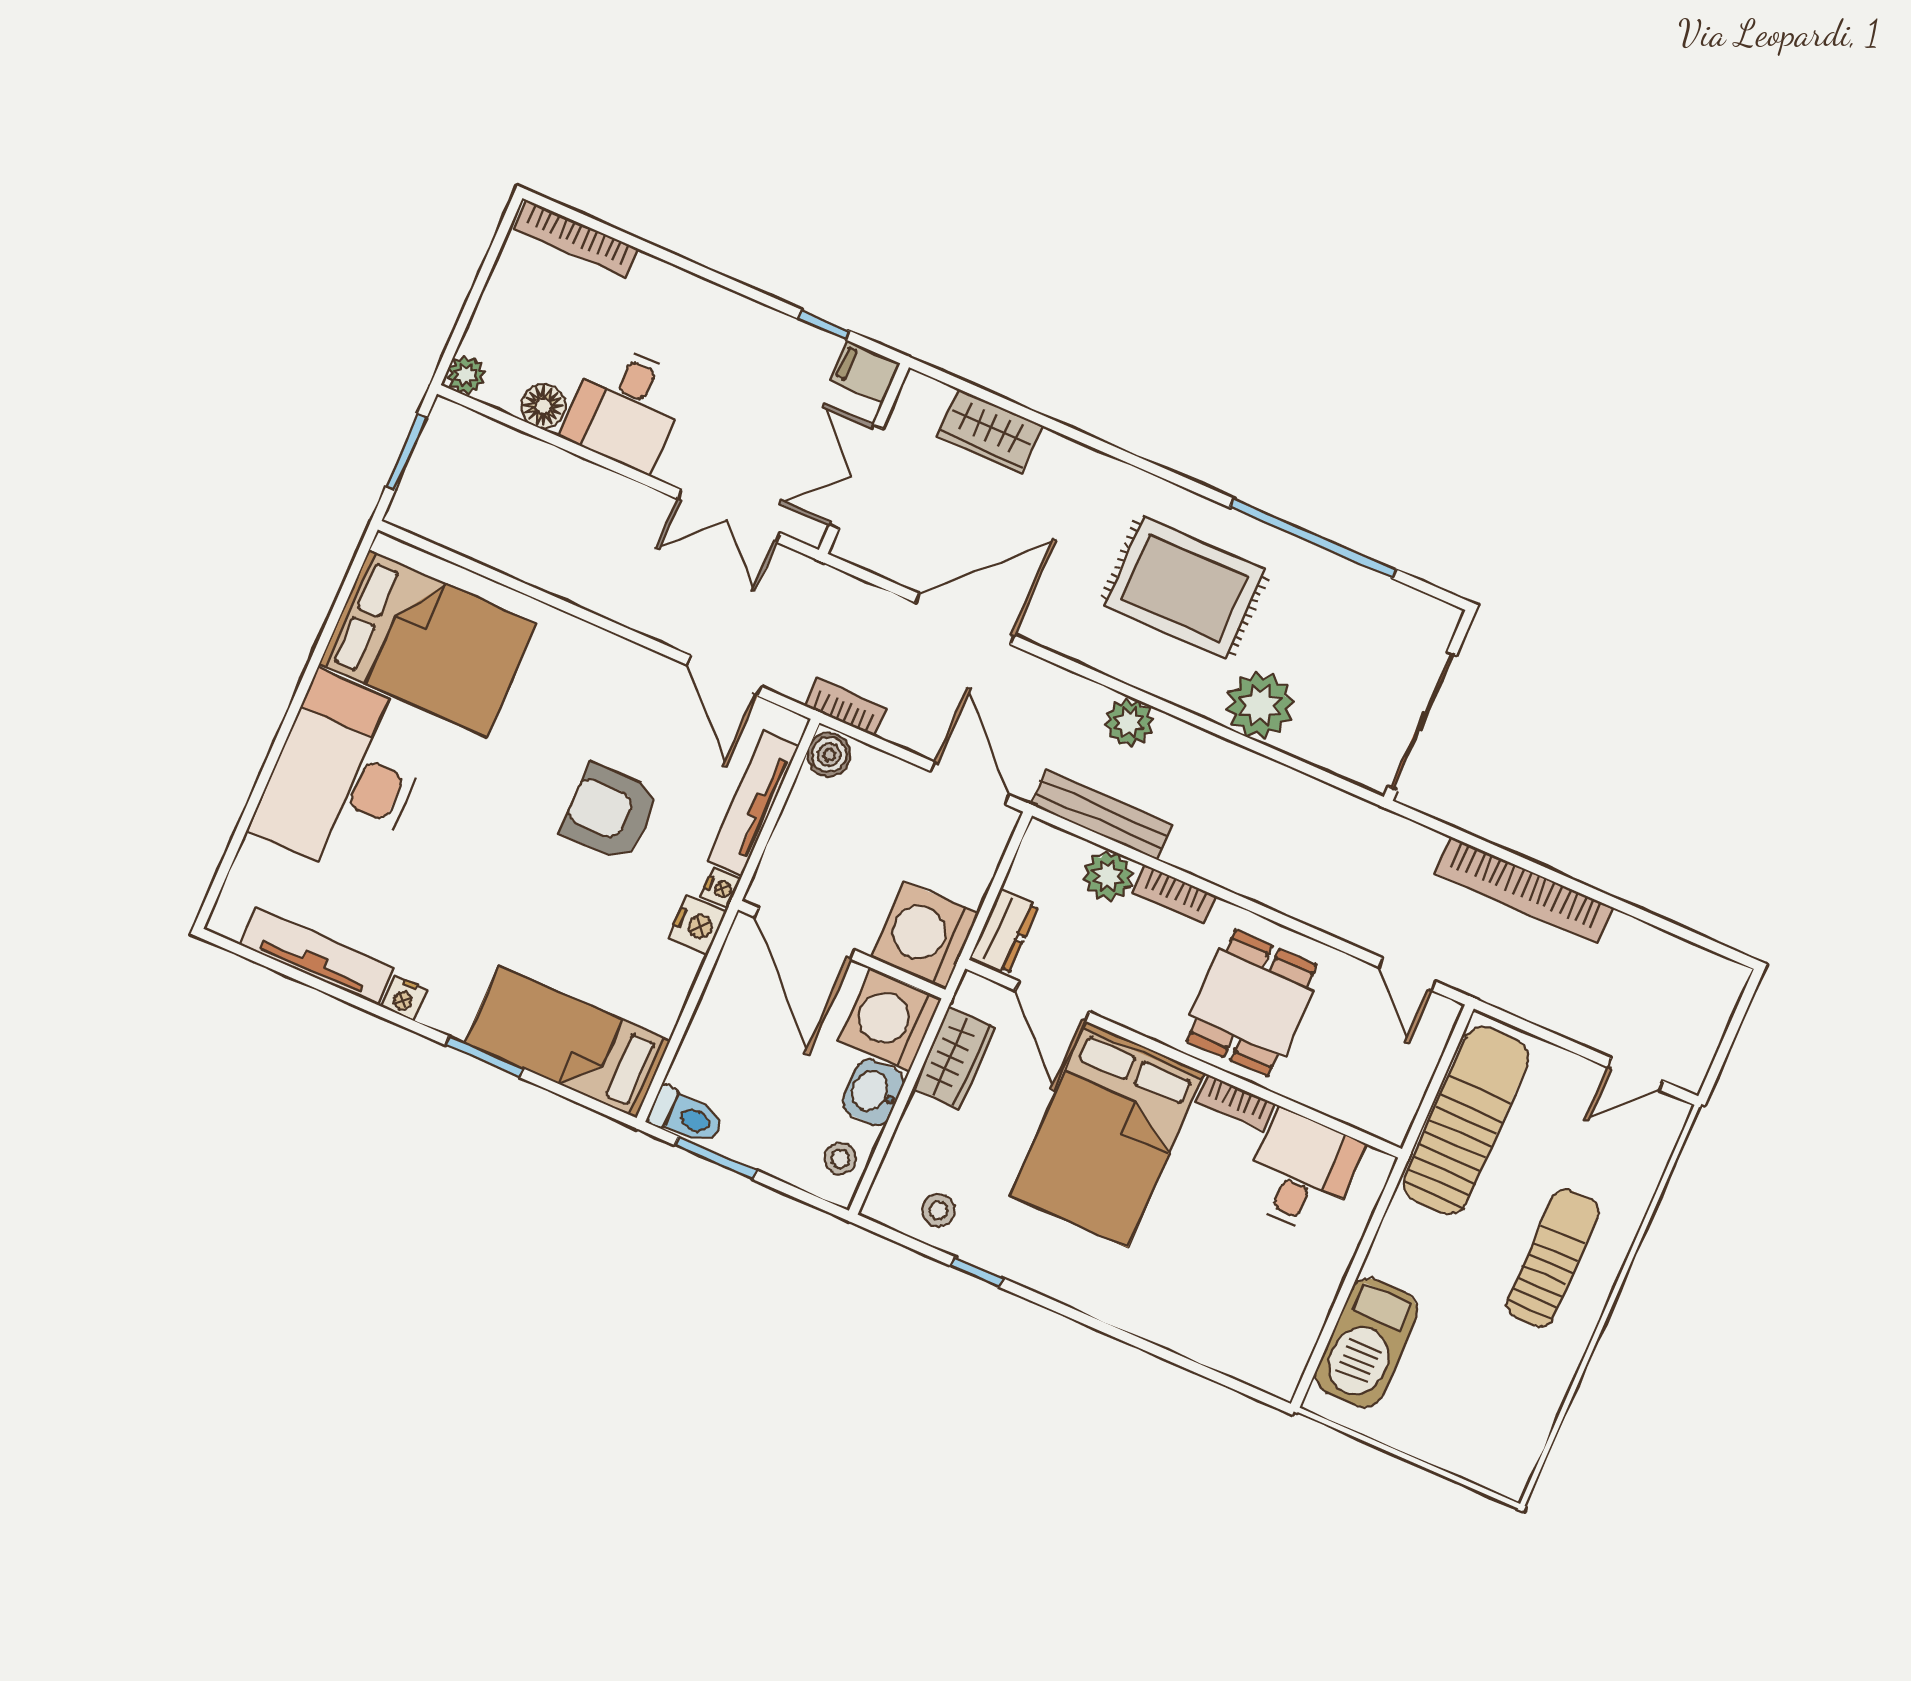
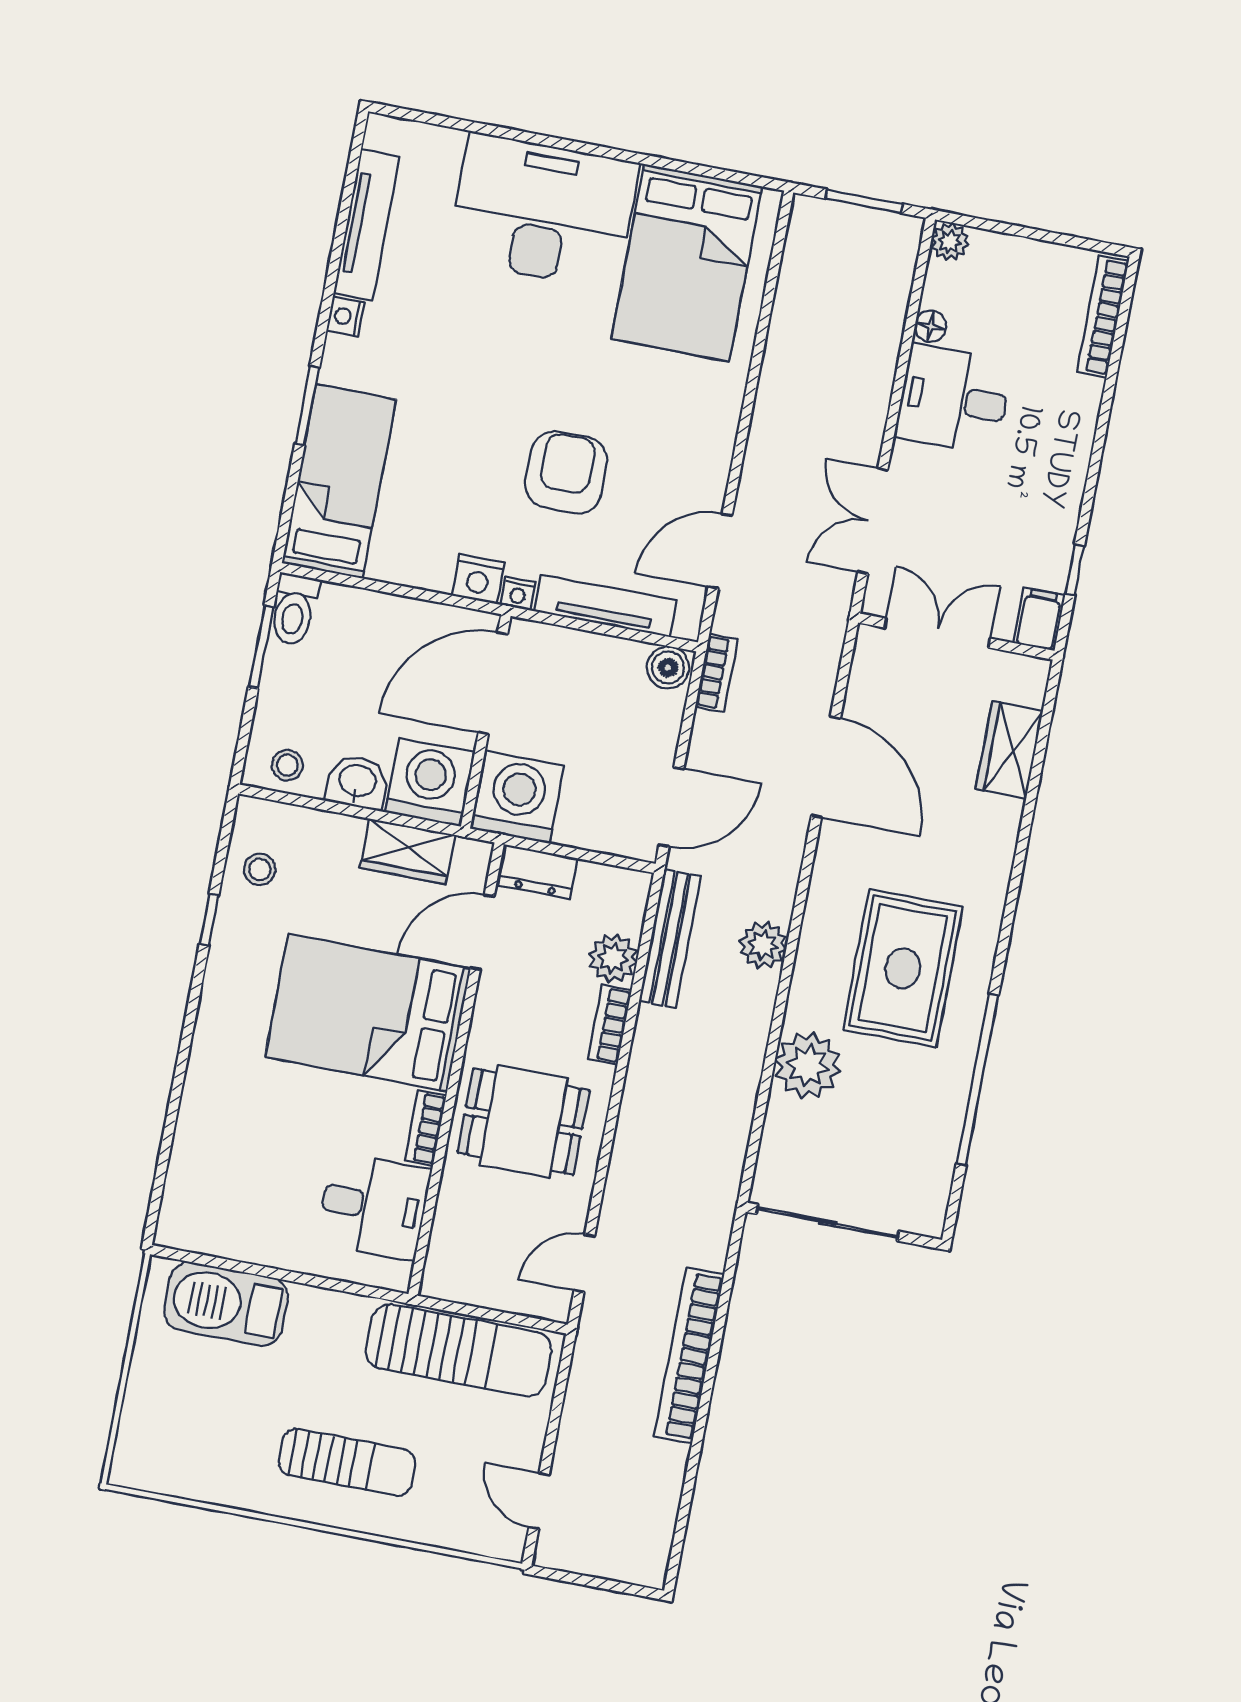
floor lamp: (544, 406) -> (930, 326), width x0.73, depth x0.73

